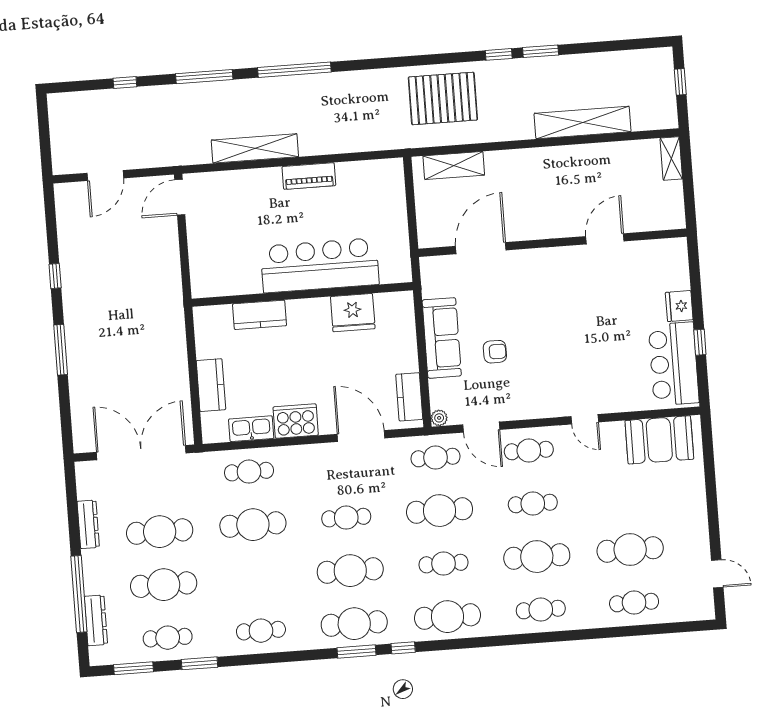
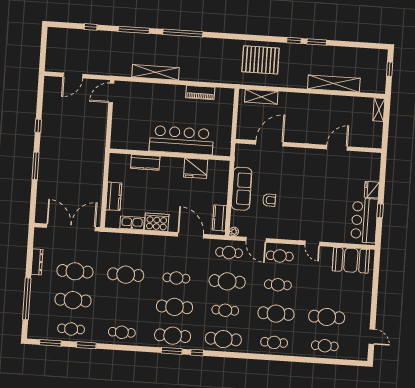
piano: (309, 176) -> (200, 93), moved
cafe table: (249, 472) -> (128, 246), removed
dresser: (96, 620) -> (34, 314), removed

